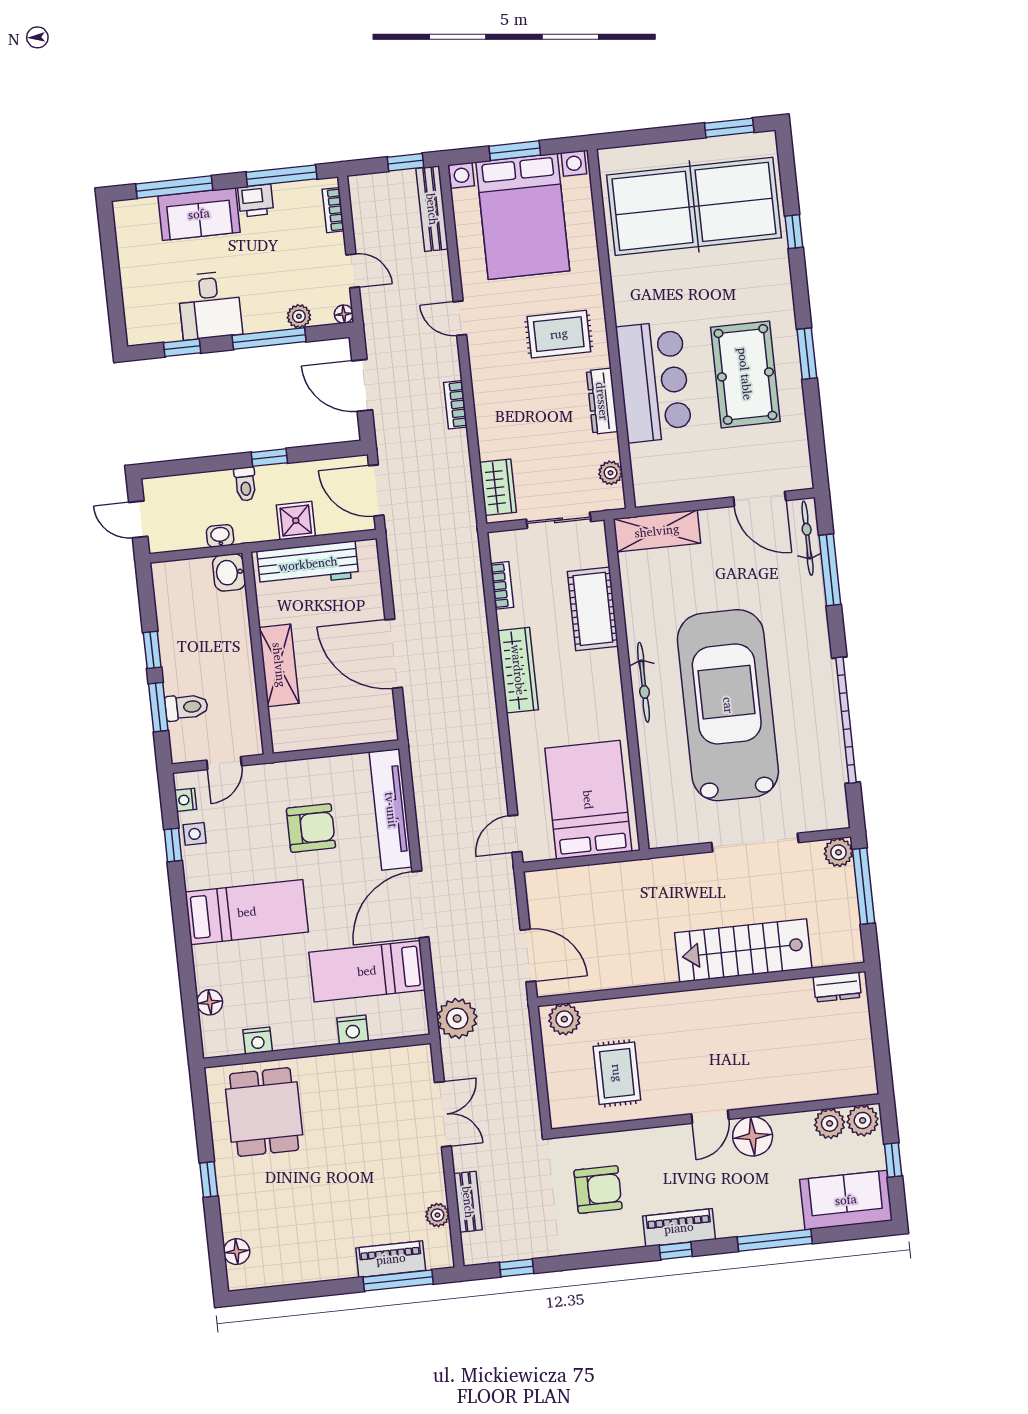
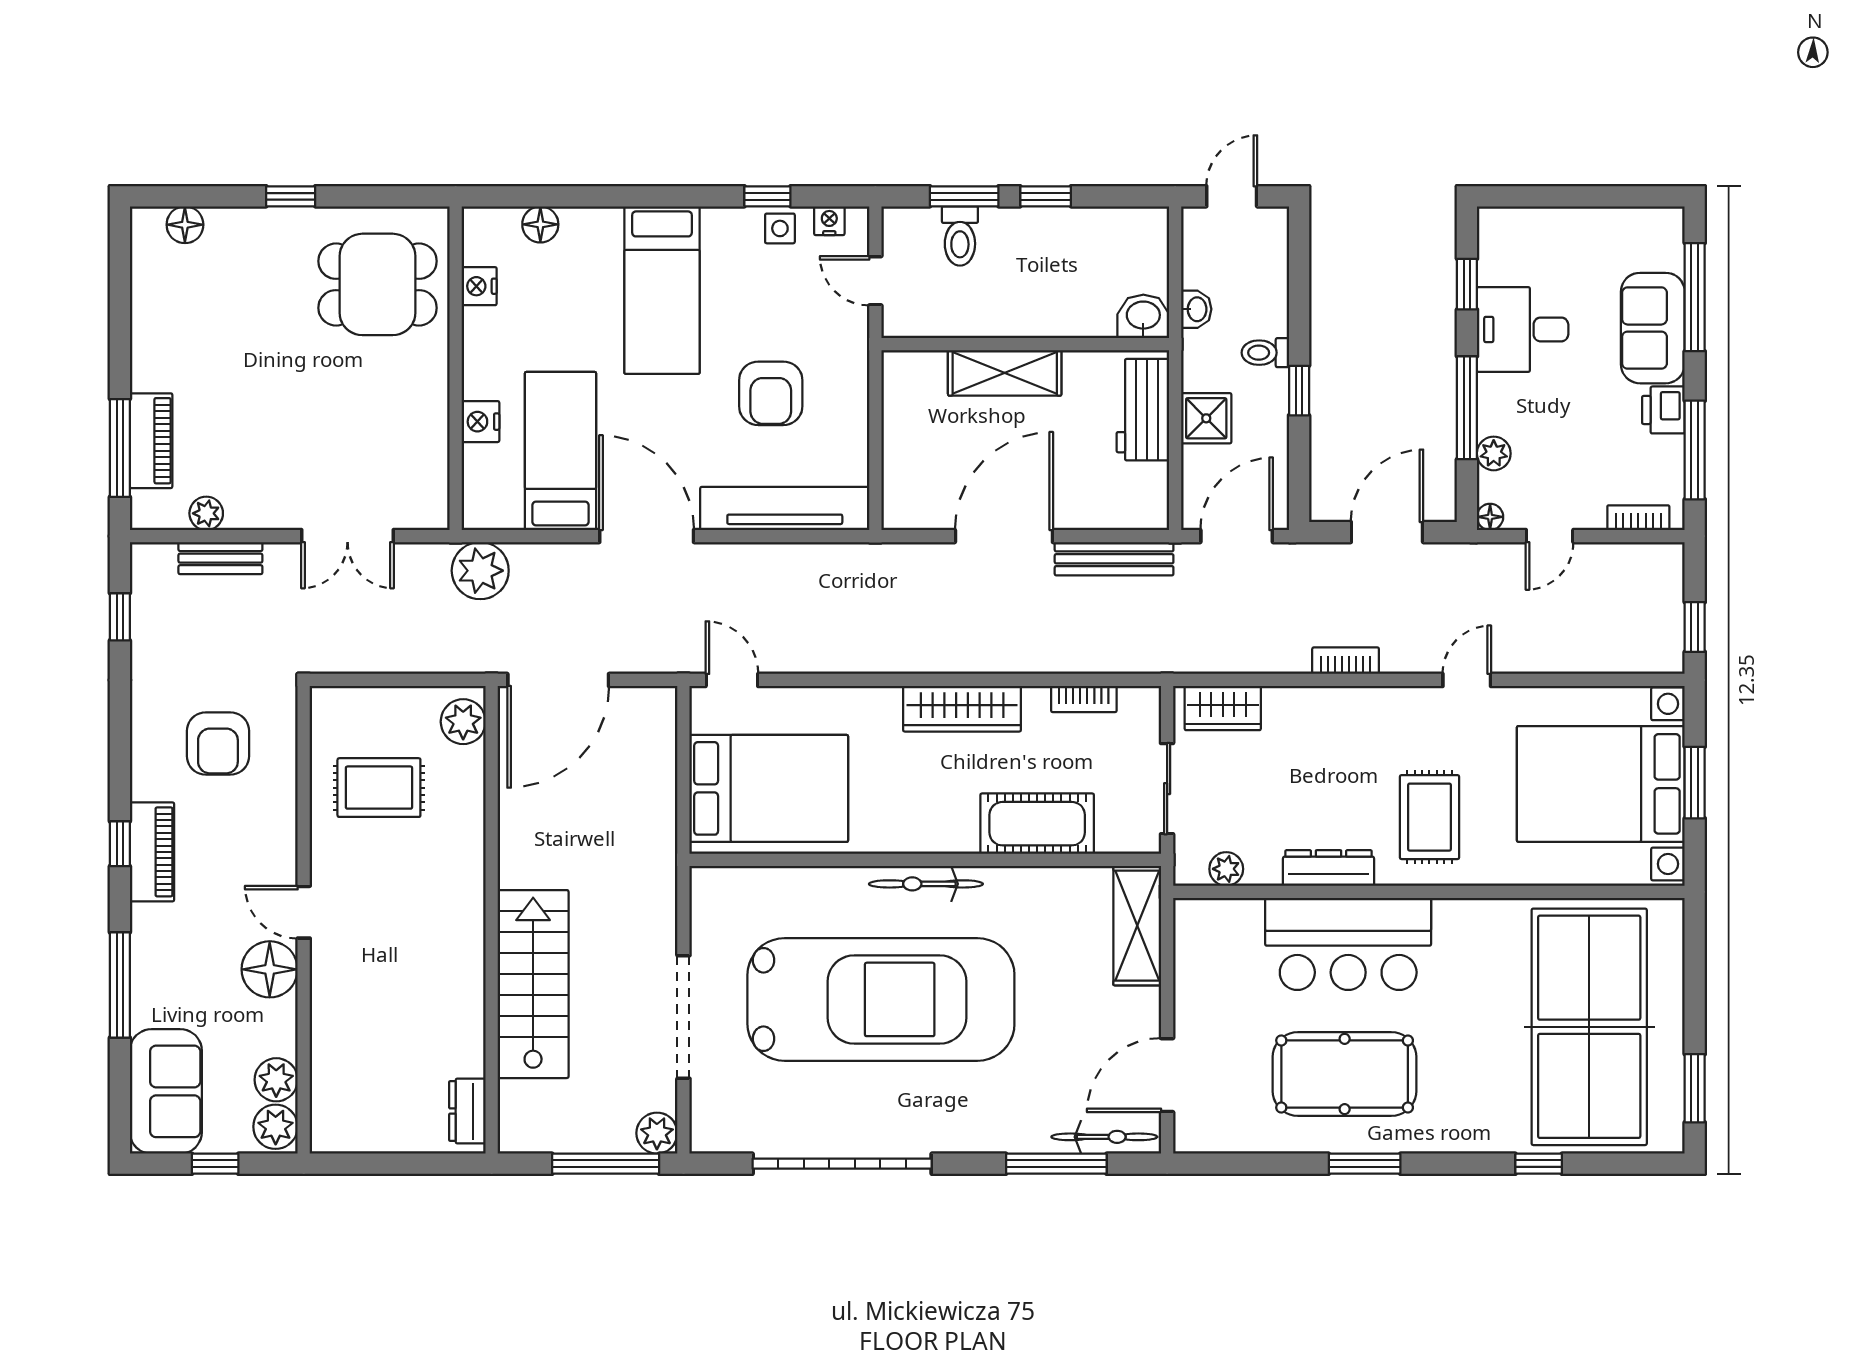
bench: (432, 209) -> (1114, 559), moved
workbench: (308, 564) -> (1143, 410), width x0.73
door: (528, 956) -> (558, 680), width x1.36

